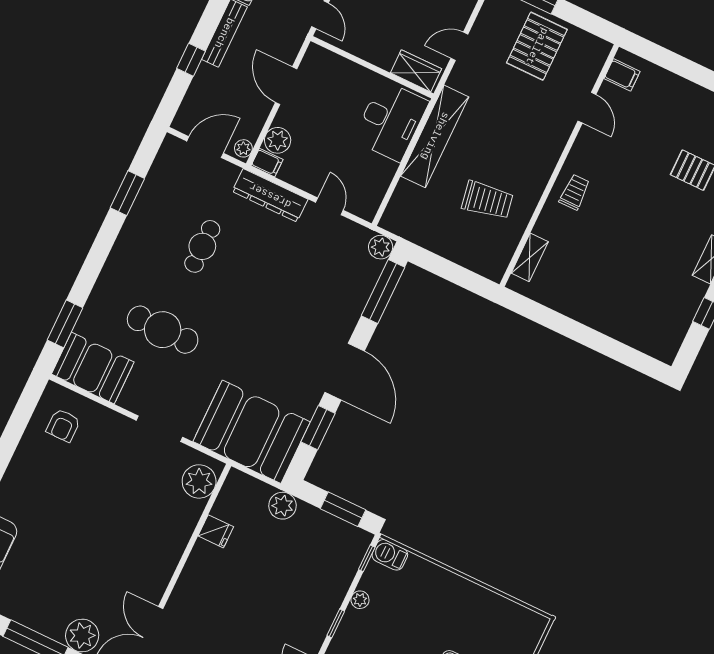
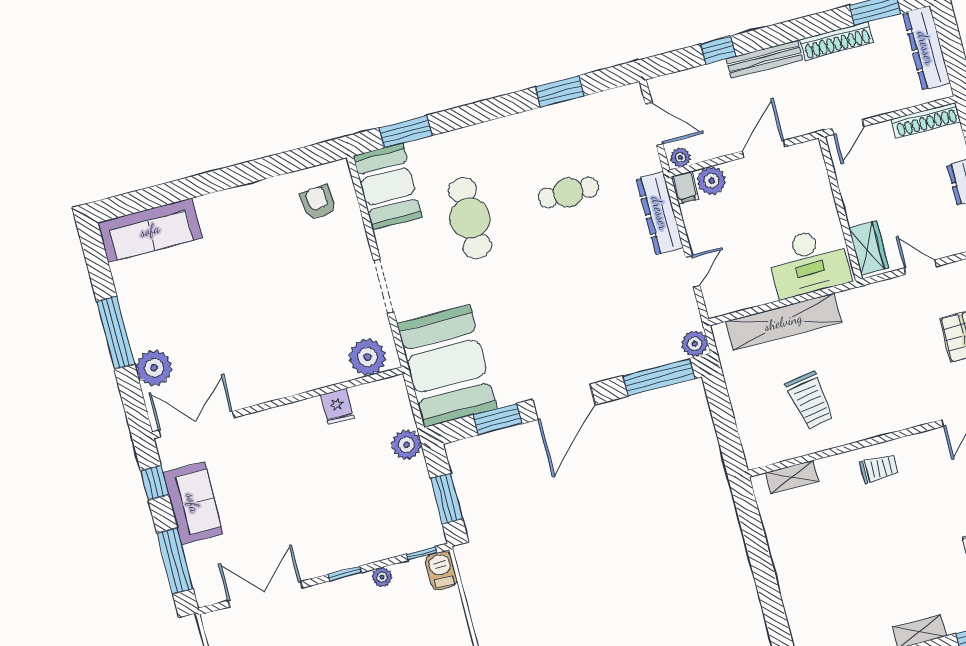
shelving: (435, 136) -> (783, 322), moved
armchair: (63, 425) -> (318, 202), turned 84

